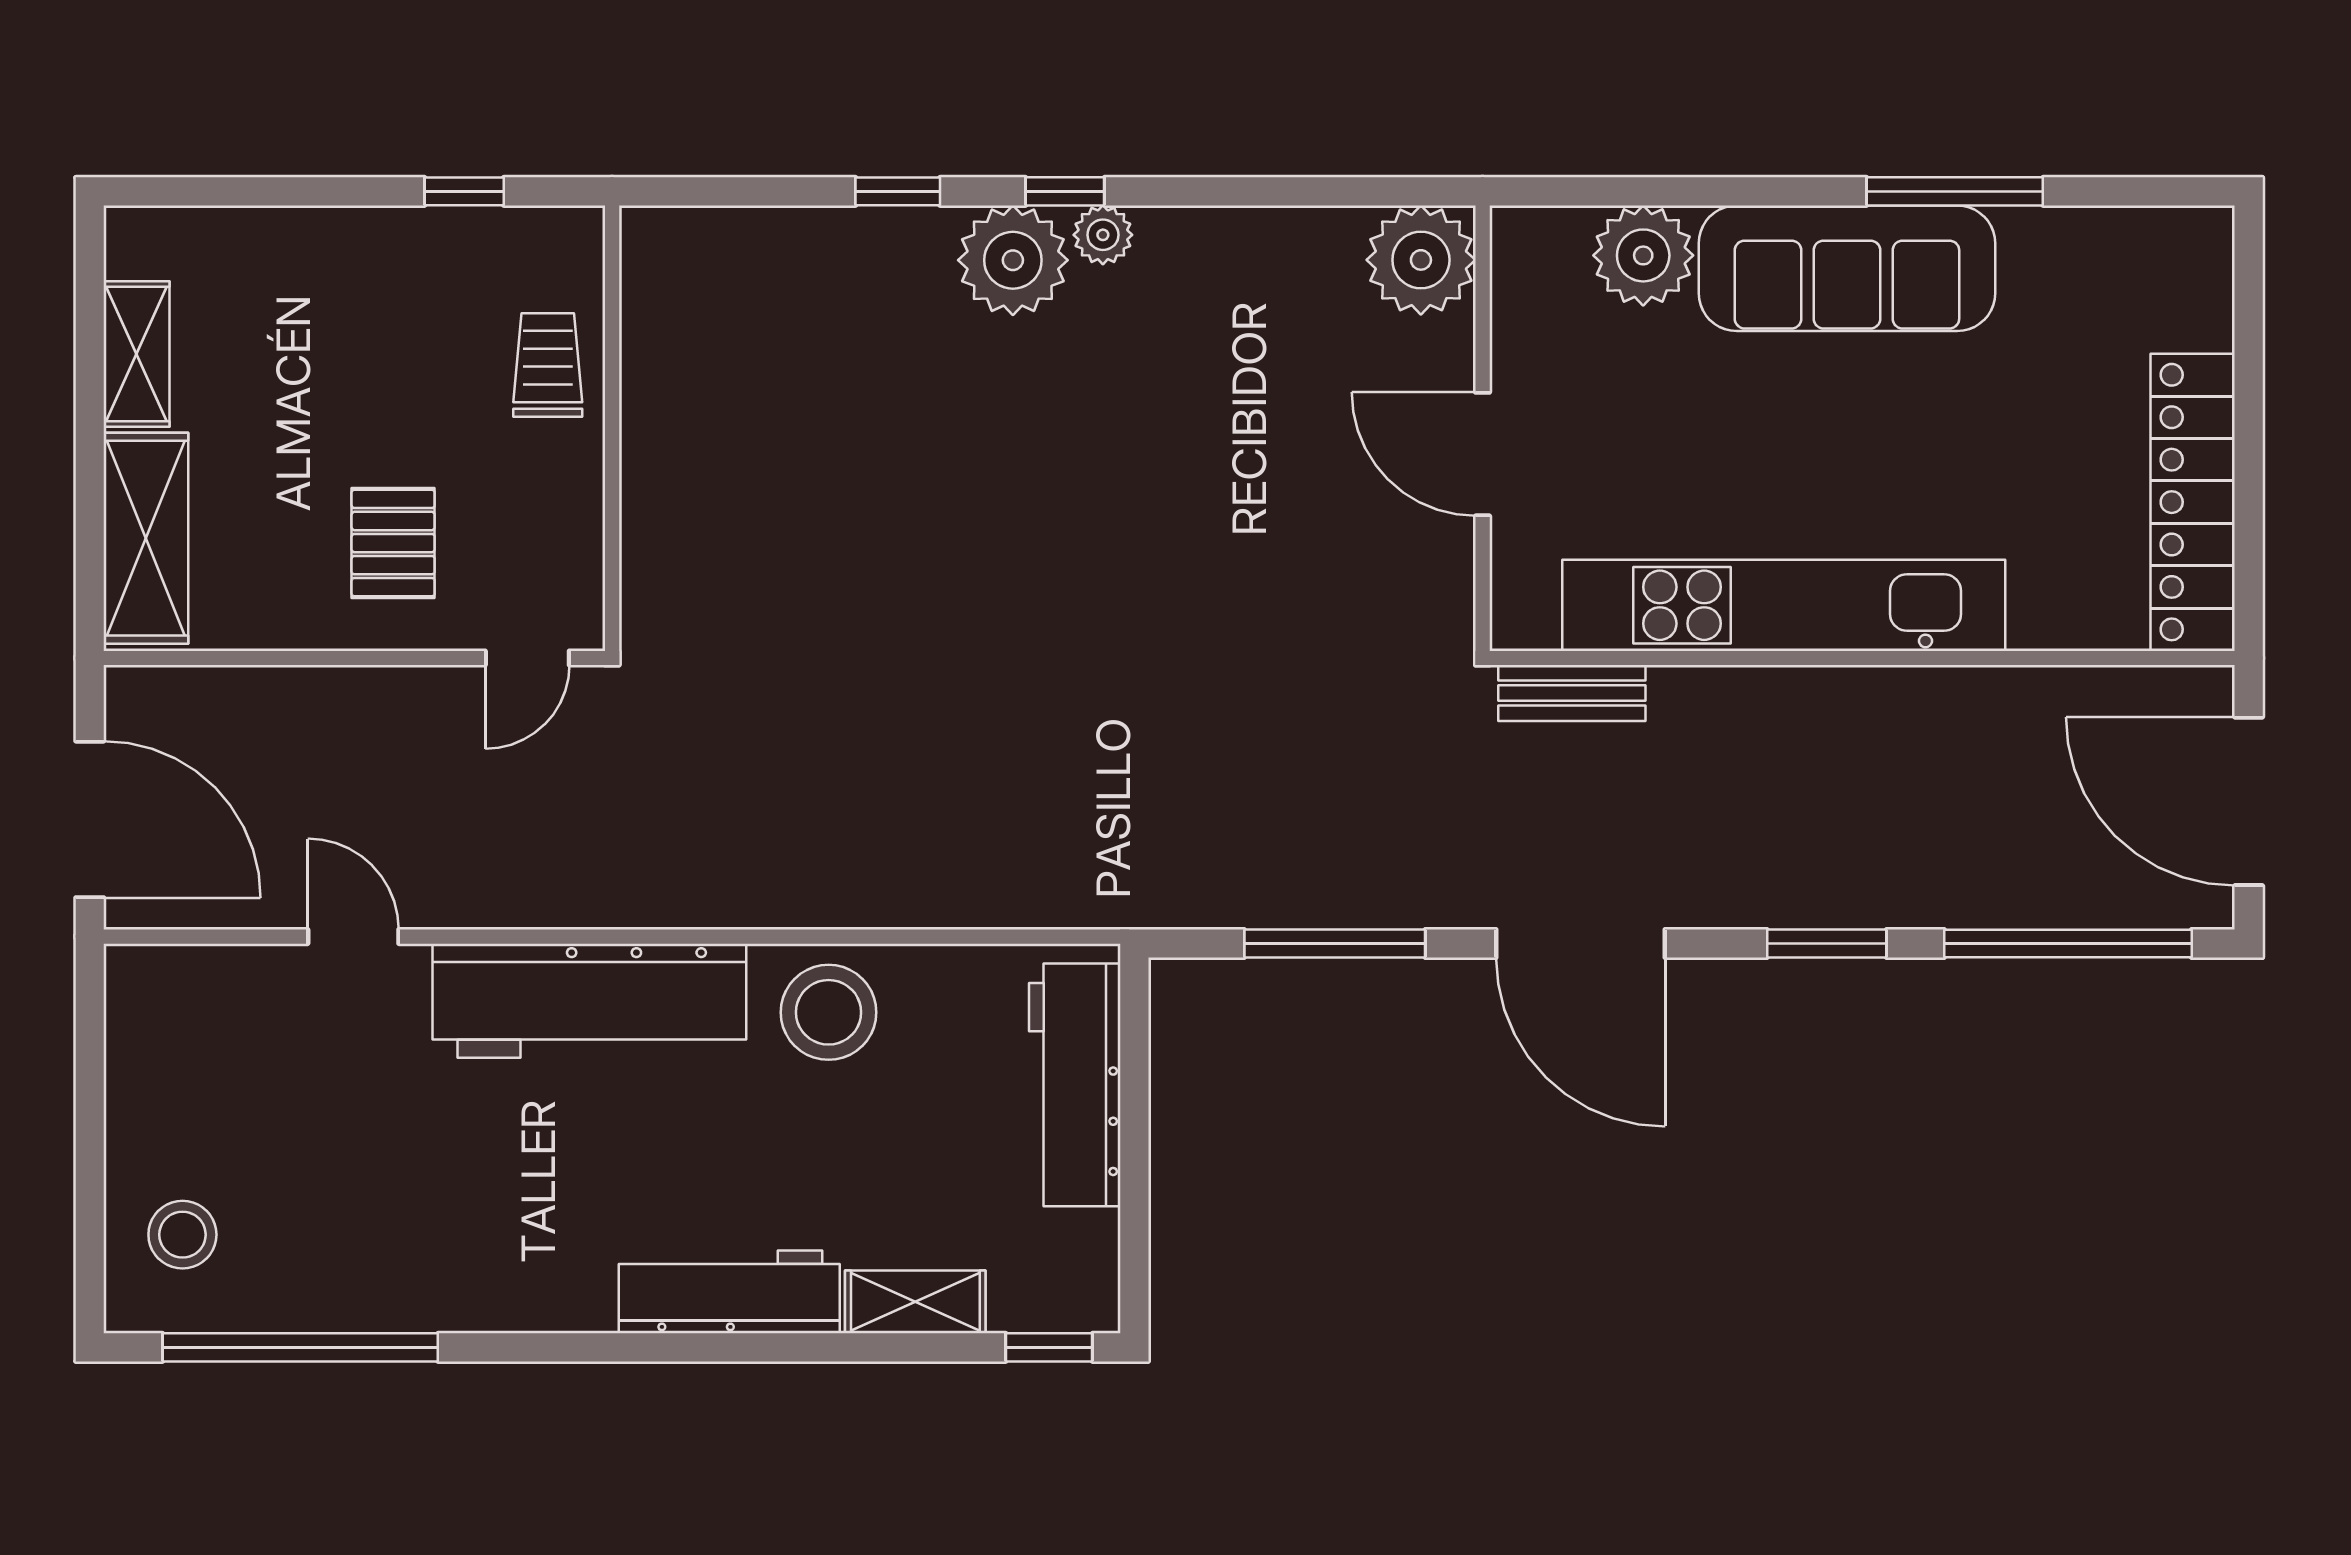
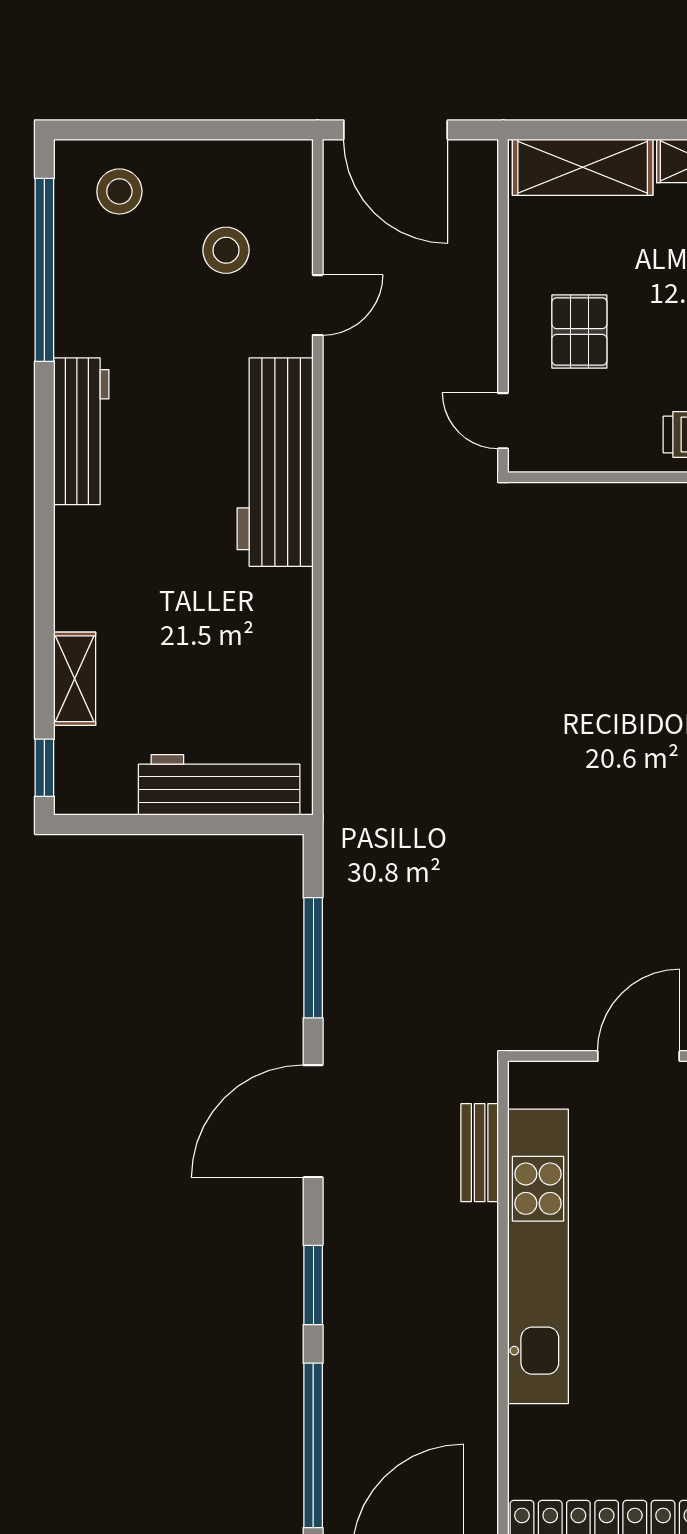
pallet: (393, 543) -> (579, 332), turned 90
bench: (1572, 693) -> (480, 1153), moved
door: (90, 819) -> (396, 130), hinge flipped
stool: (829, 1012) -> (226, 250), moved, width x0.73, depth x0.73
workbench: (729, 1292) -> (81, 431), moved

